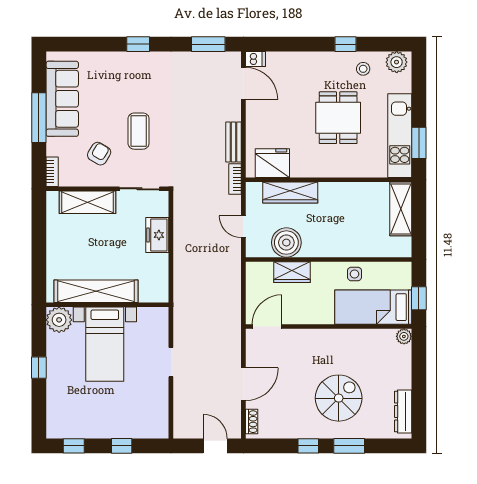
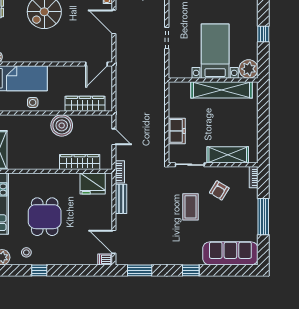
sofa: (62, 99) -> (230, 253), moved, turned 90
boiler: (286, 243) -> (62, 125), moved
wardrobe: (292, 272) -> (85, 104), width x1.50
door: (243, 384) -> (114, 22), hinge flipped

